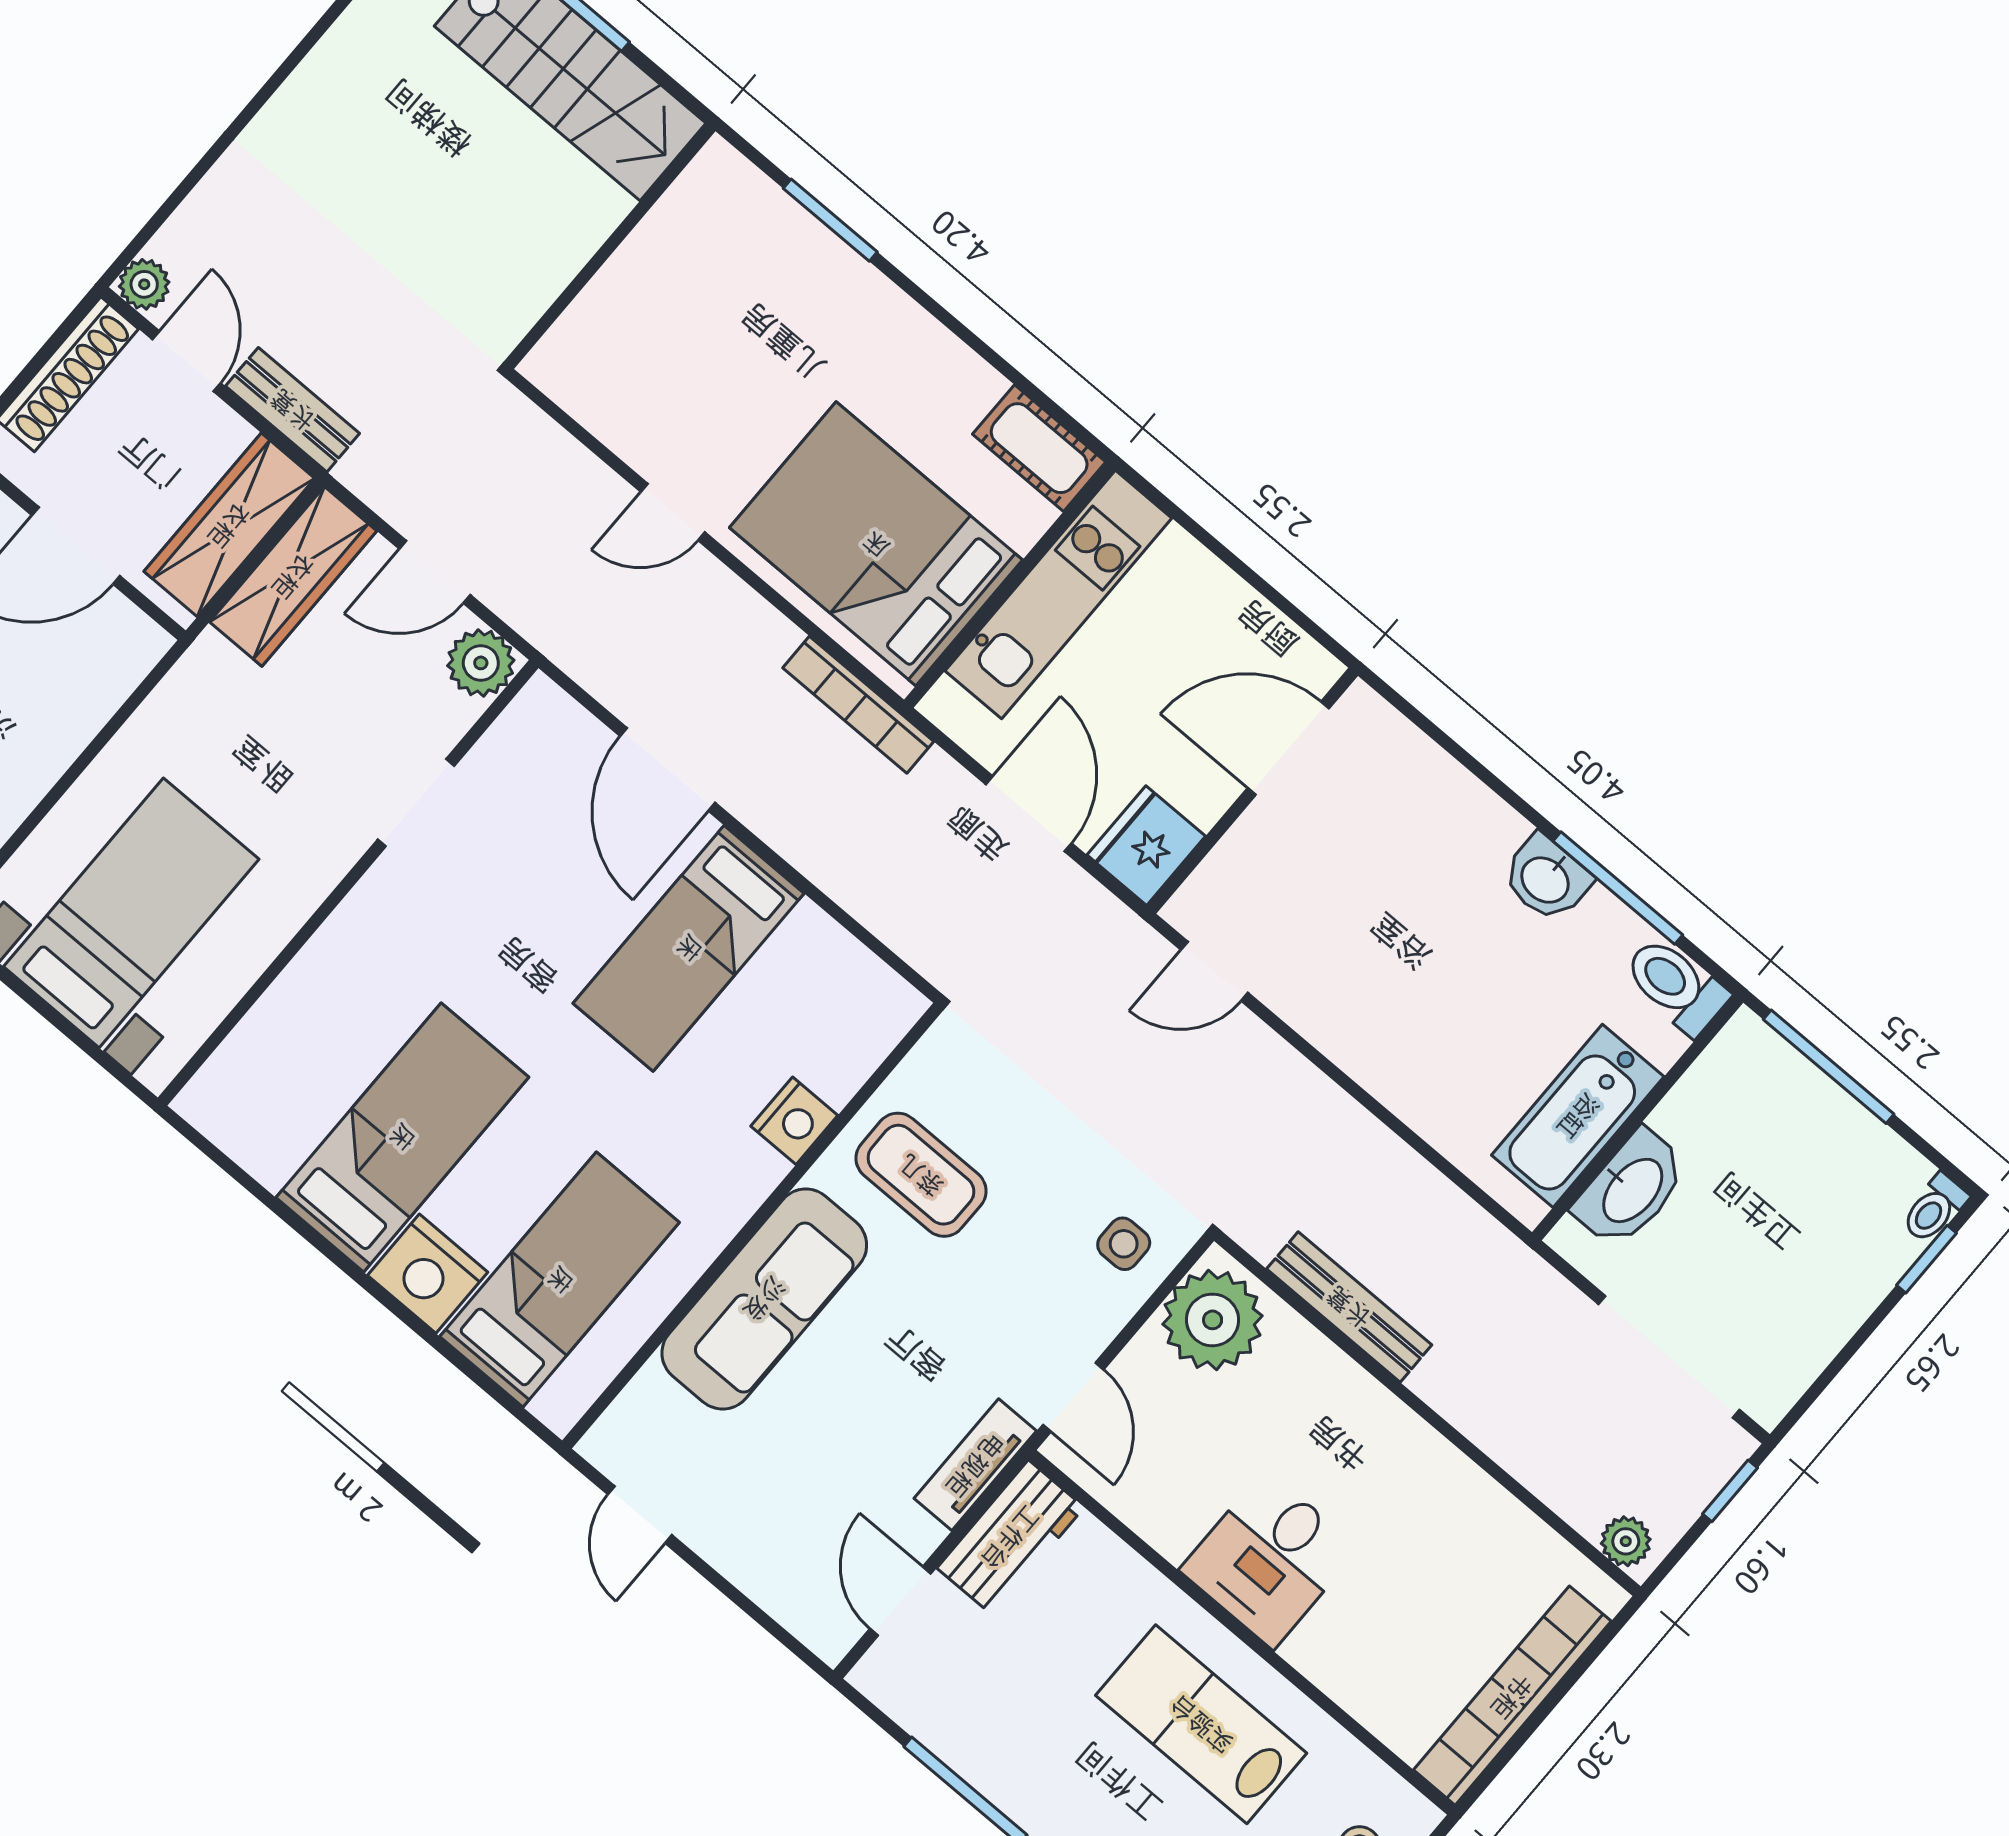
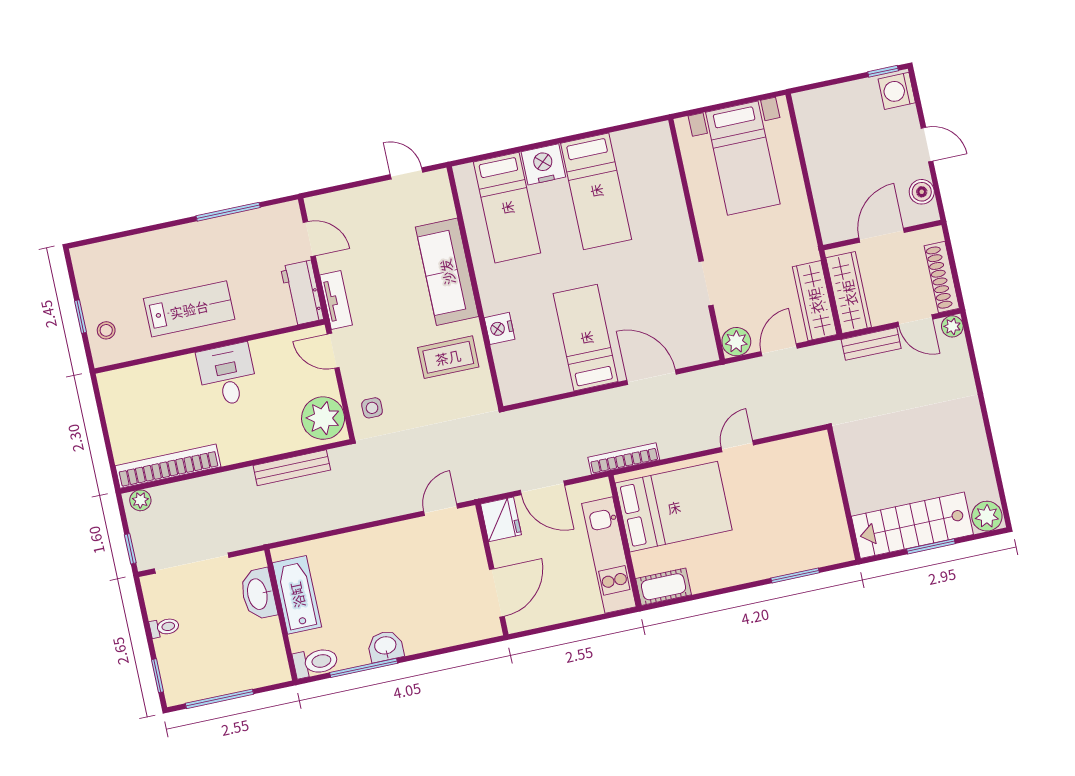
window: (1829, 1067) -> (219, 699), moved
toilet: (1935, 1208) -> (164, 627), moved, turned 90
bookcase: (1512, 1696) -> (168, 466), moved, turned -90

